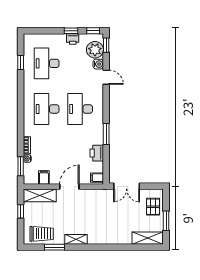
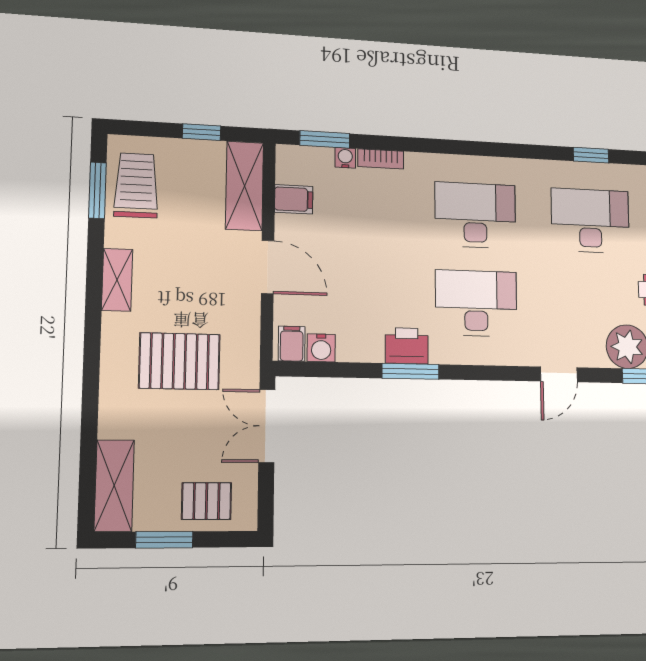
water cooler: (98, 64) -> (321, 348), moved
printer: (97, 153) -> (407, 346), moved
pallet: (104, 217) -> (179, 361), added
trolley: (42, 234) -> (136, 185), turned 180
window: (55, 247) -> (97, 190), moved

